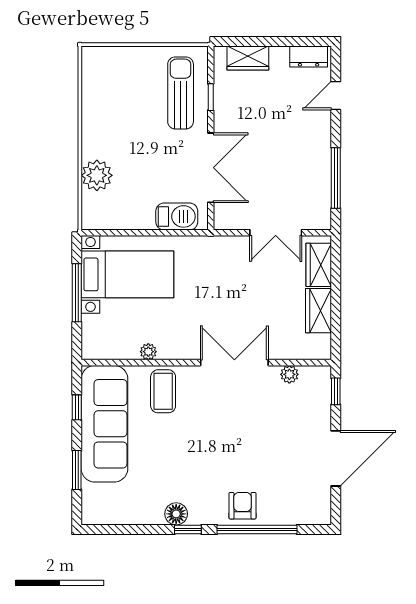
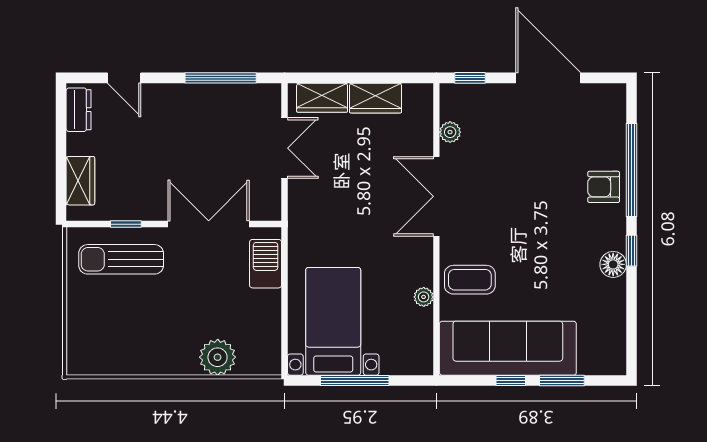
window: (77, 407) -> (511, 381), moved

